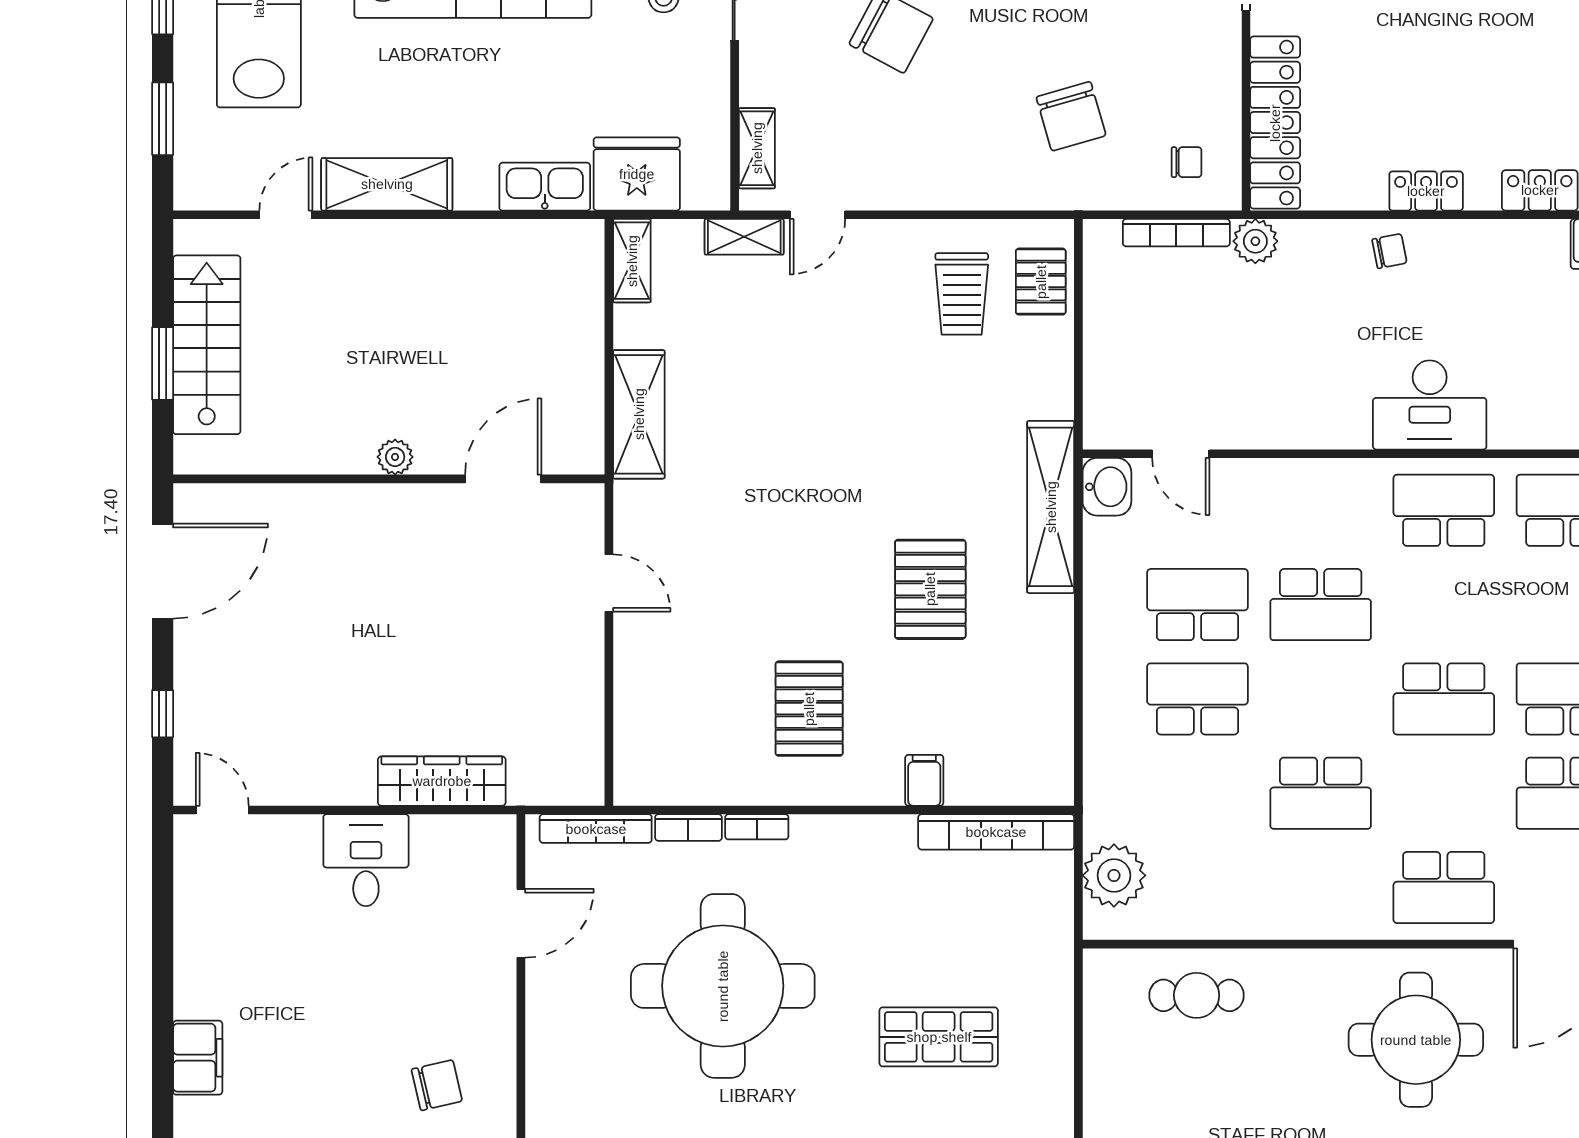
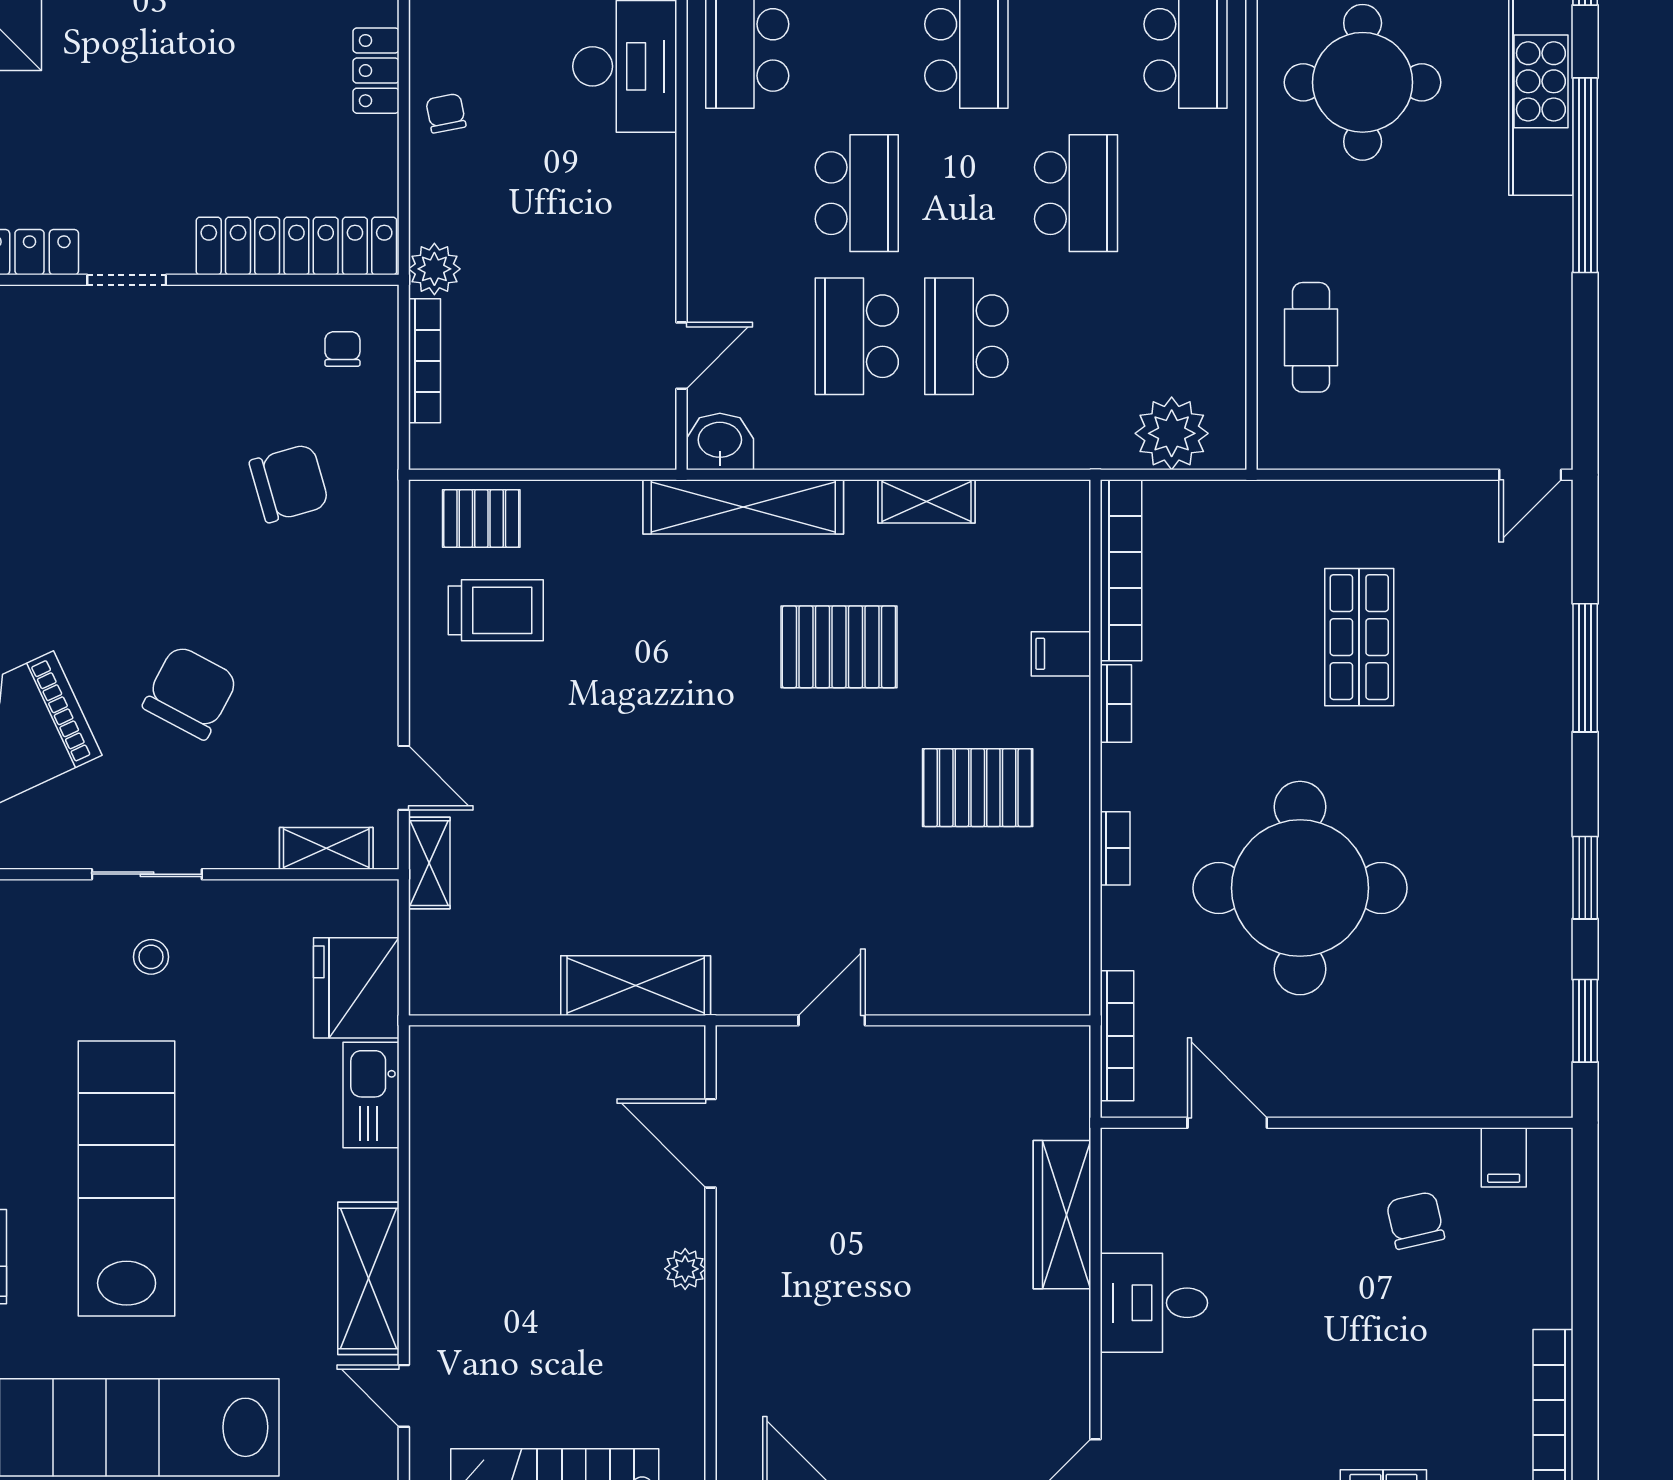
shelving: (632, 261) -> (927, 501), moved
bookcase: (688, 828) -> (1116, 704), moved

